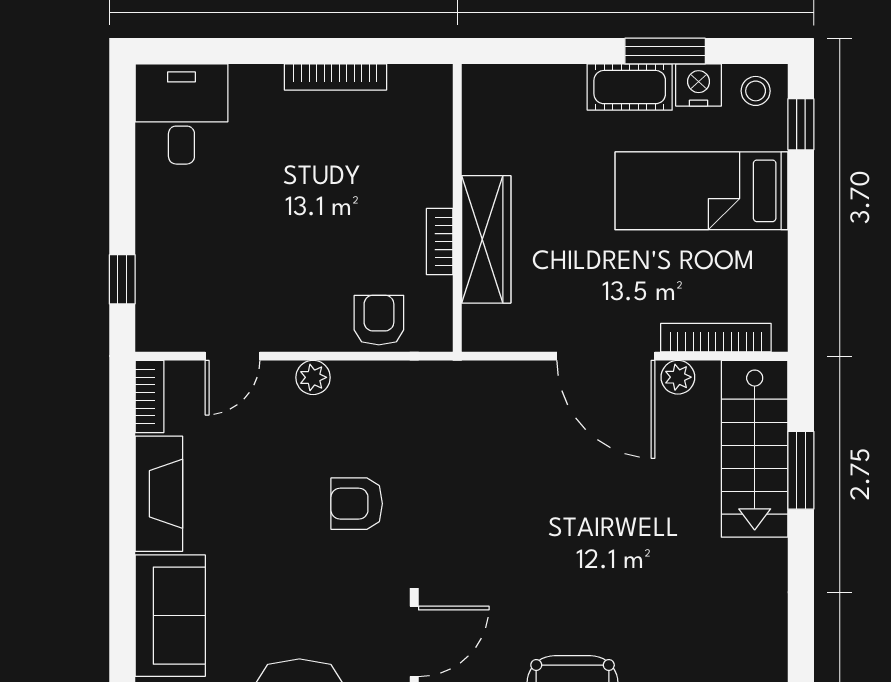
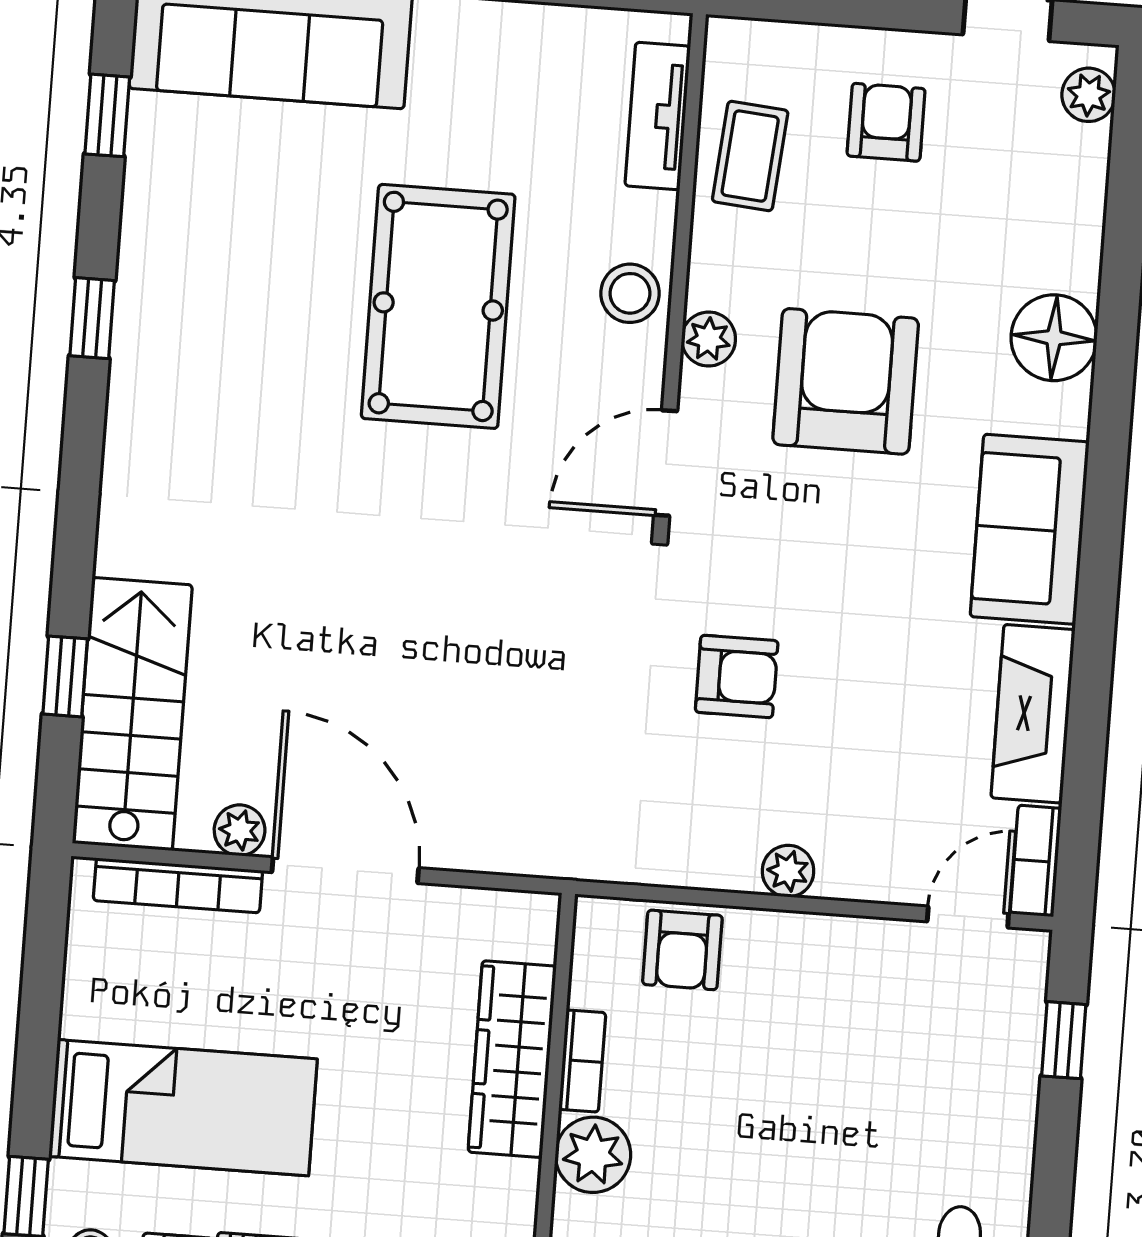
plant: (428, 180) -> (593, 1155), added
door: (233, 356) -> (968, 917), moved
window: (801, 470) -> (65, 676), width x0.67

